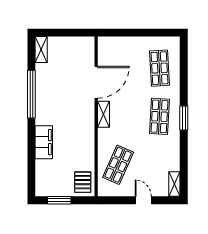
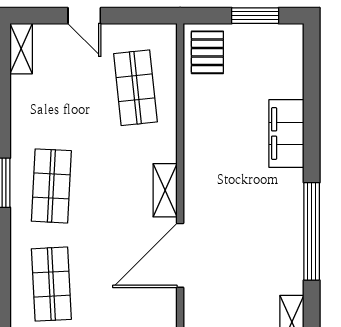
shop shelf: (118, 165) -> (135, 88), turned -30

